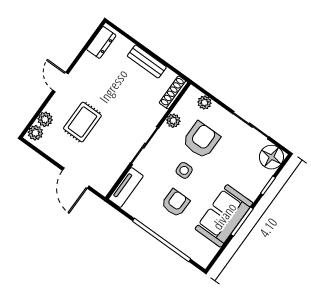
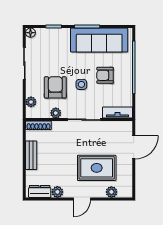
rug: (82, 122) -> (97, 168), width x1.36, depth x1.43
plant: (35, 133) -> (57, 192), moved
armchair: (201, 140) -> (55, 87), turned 90
floor lamp: (272, 157) -> (30, 33), width x0.53, depth x0.53
sofa: (224, 216) -> (99, 40), width x1.36

